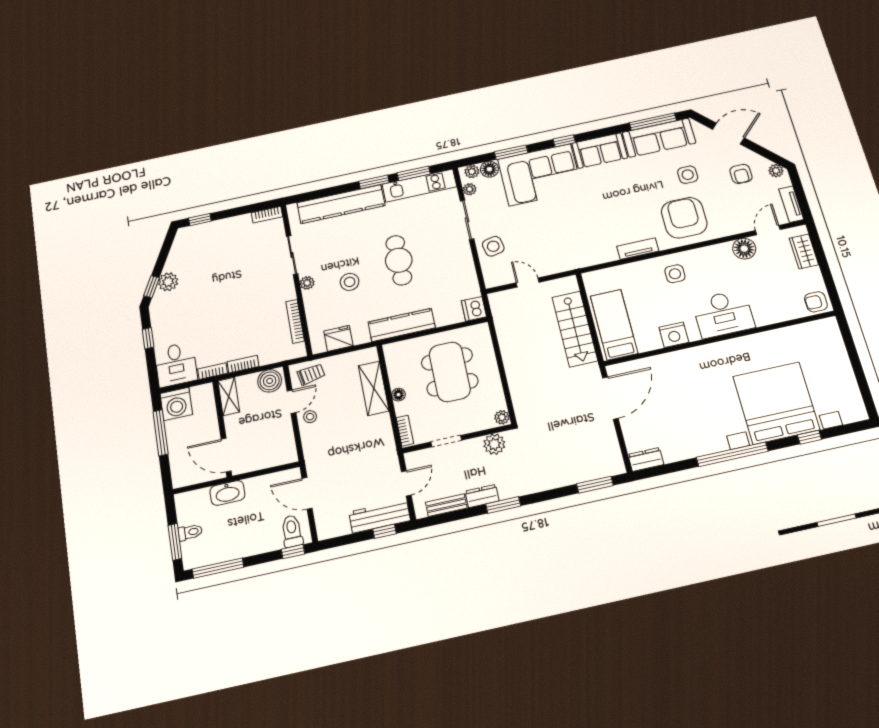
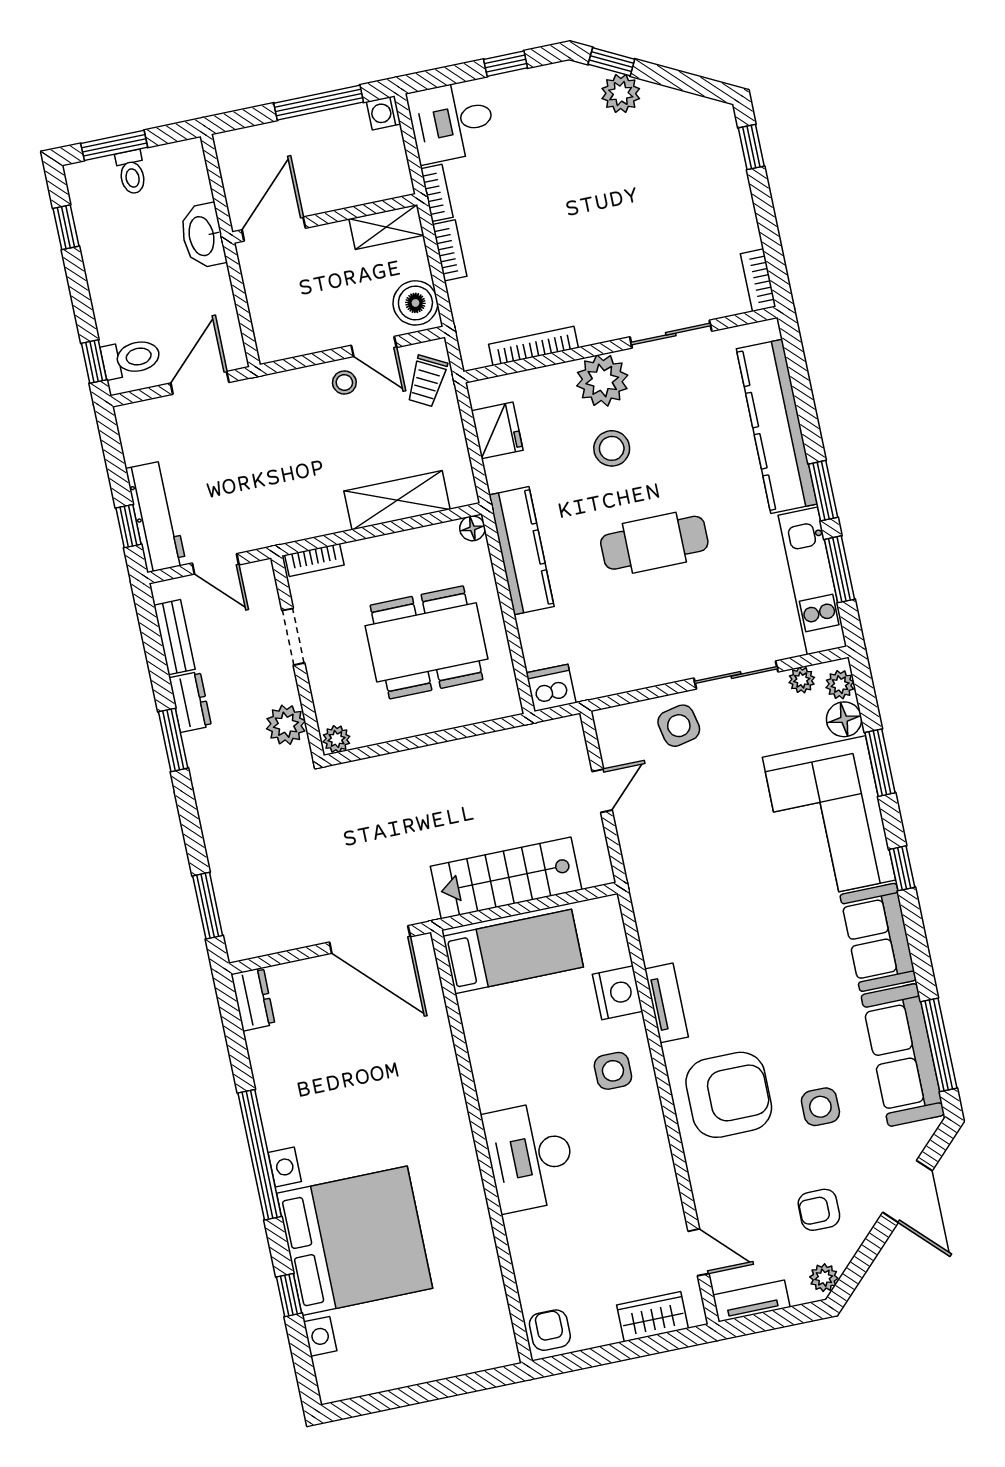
floor lamp: (744, 249) -> (661, 1205), removed
plant: (307, 283) -> (602, 380), width x1.88, depth x1.88
nightstand: (674, 335) -> (618, 993), moved, turned 180
trolley: (311, 374) -> (427, 381), turned 38
floor lamp: (398, 395) -> (472, 528), moved
washing machine: (176, 404) -> (384, 113), width x0.53, depth x0.53
window: (218, 568) -> (66, 227), width x0.46

